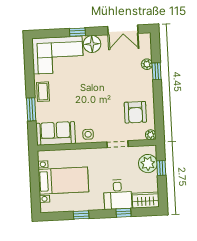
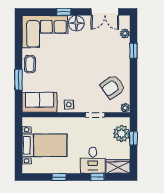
plant: (147, 64) -> (125, 34), moved
armchair: (135, 112) -> (112, 87), turned 55

